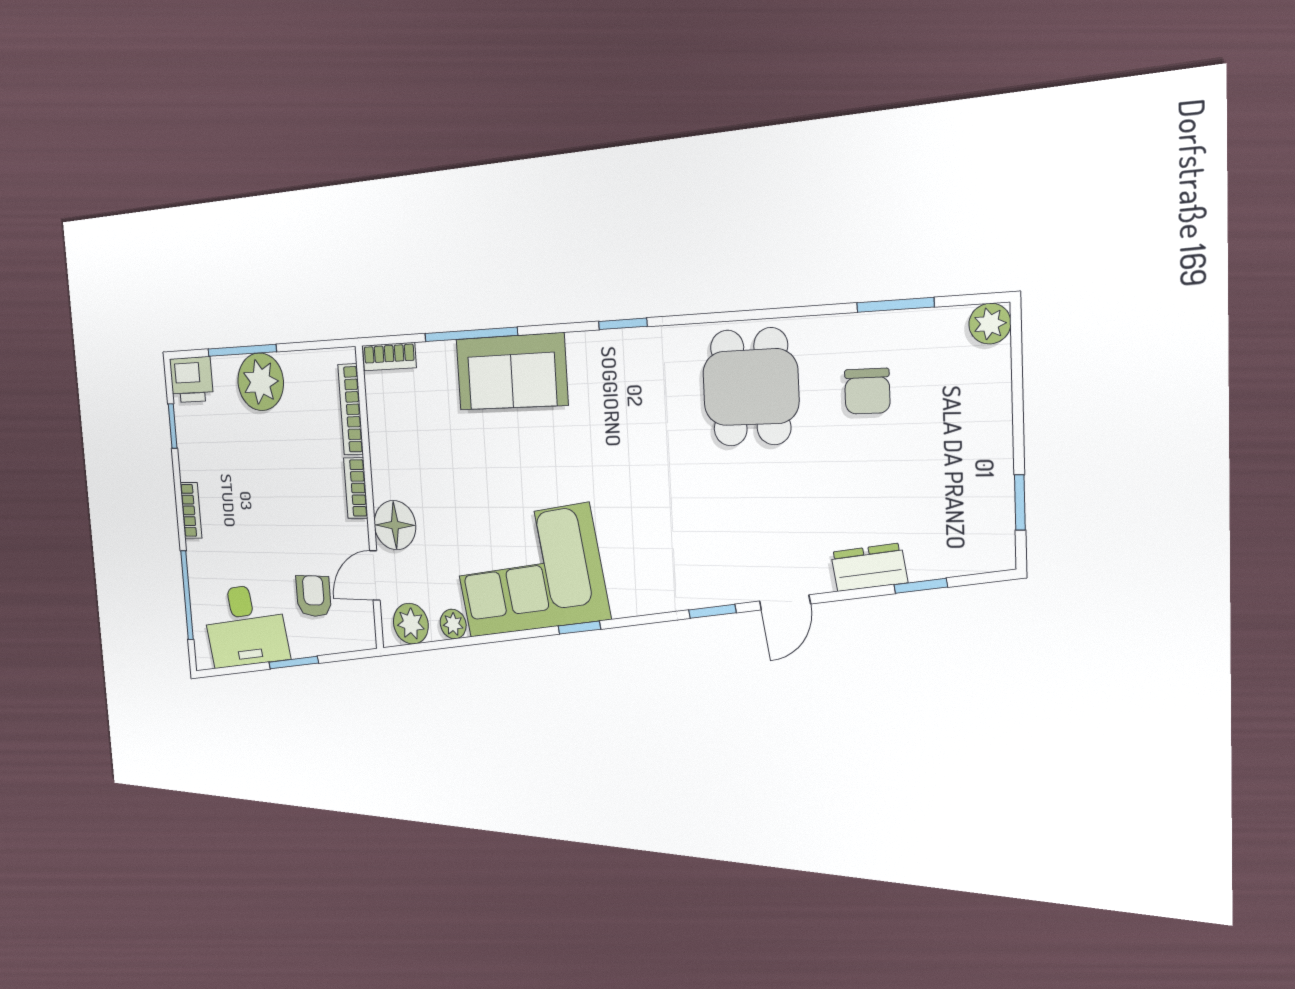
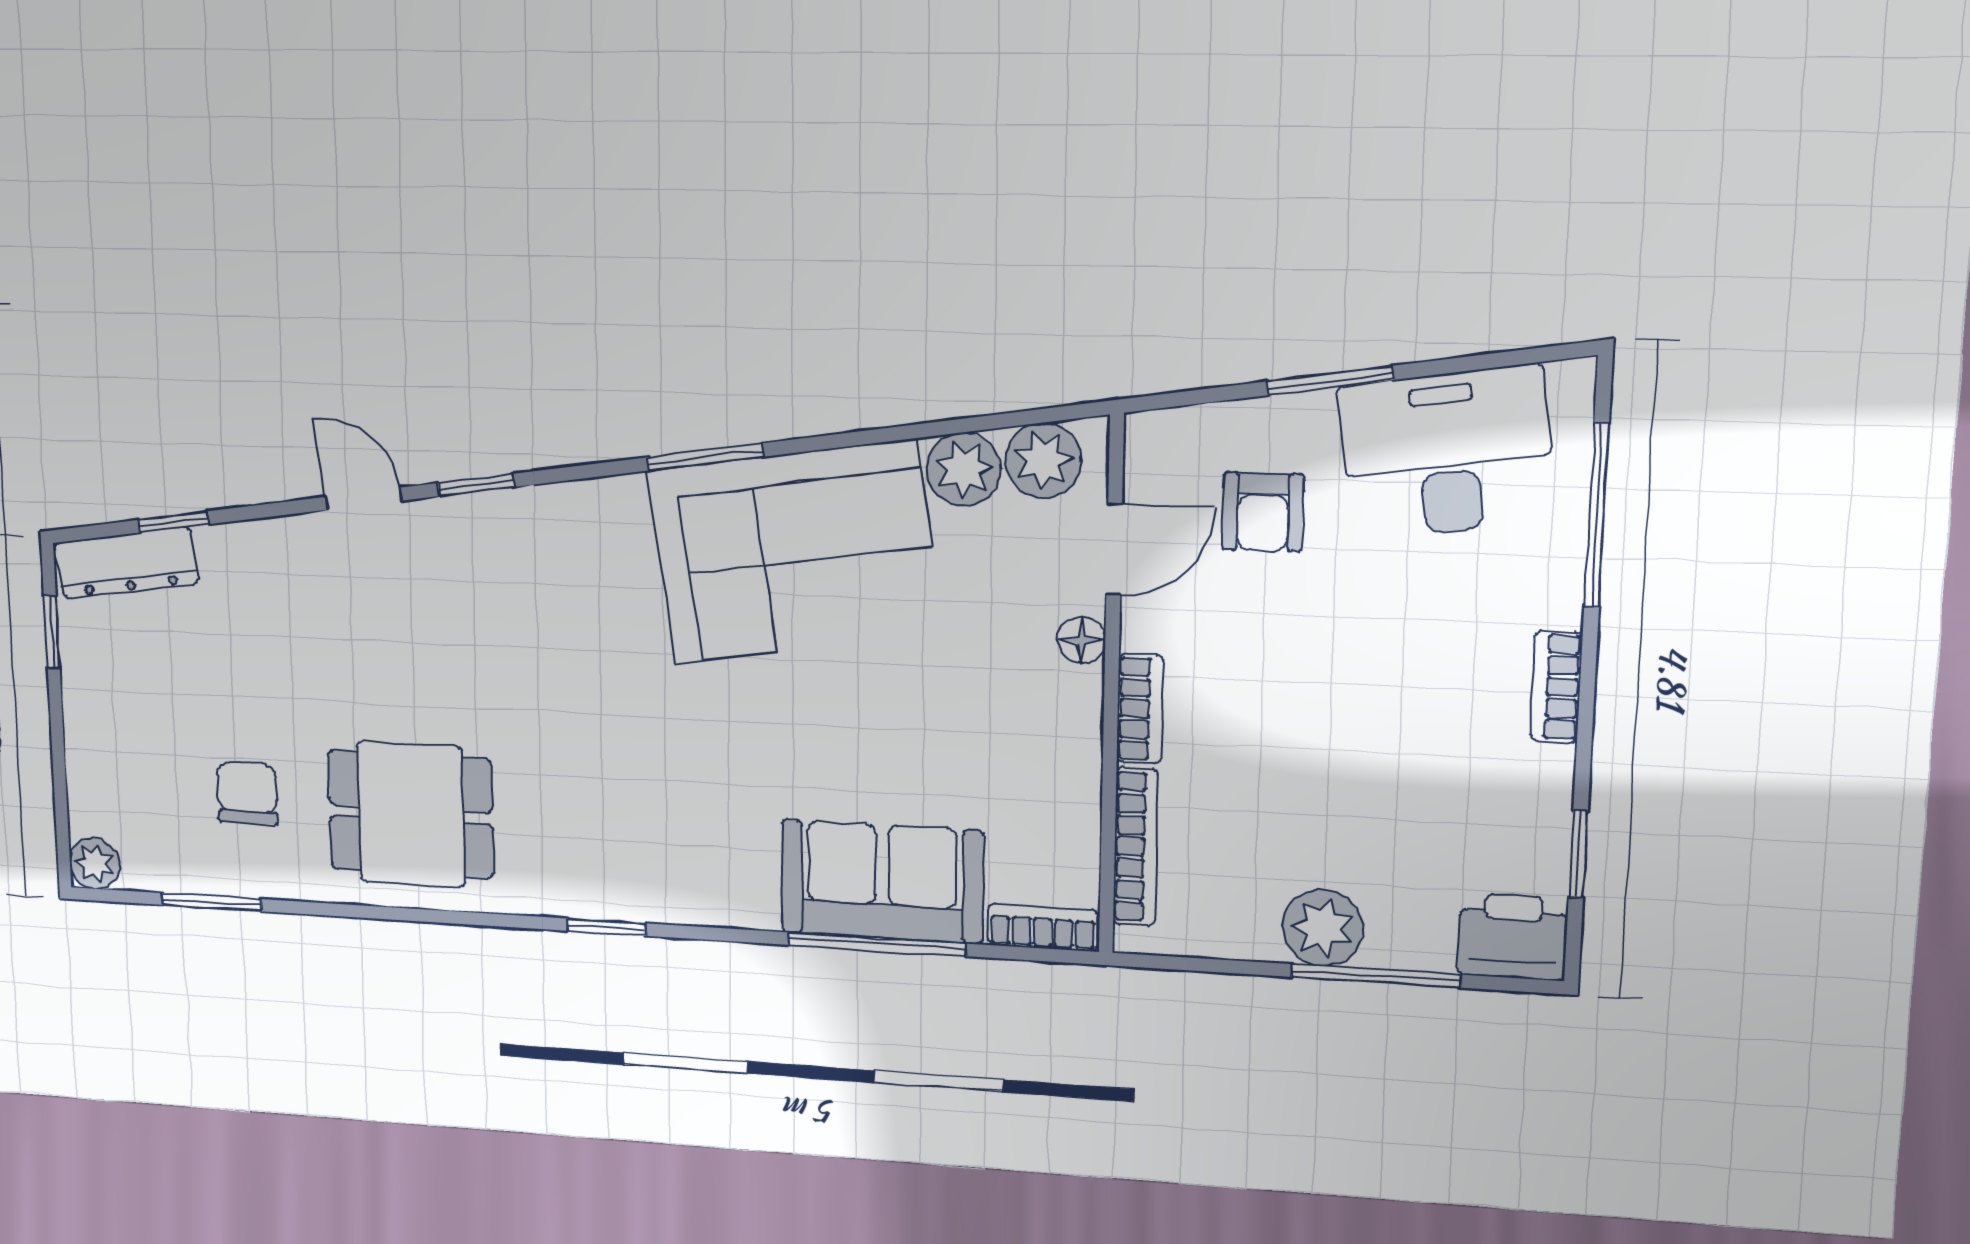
sofa: (511, 372) -> (882, 882), moved
plant: (261, 382) -> (1323, 928), width x0.73, depth x0.73
dining table: (750, 387) -> (411, 814), turned 90
floor lamp: (395, 525) -> (1081, 640), width x0.53, depth x0.53
dresser: (869, 567) -> (127, 563), moved, width x1.44
door: (785, 602) -> (364, 499), hinge flipped
plant: (453, 624) -> (964, 469), width x1.38, depth x1.38
window: (579, 628) -> (705, 457), width x1.50

